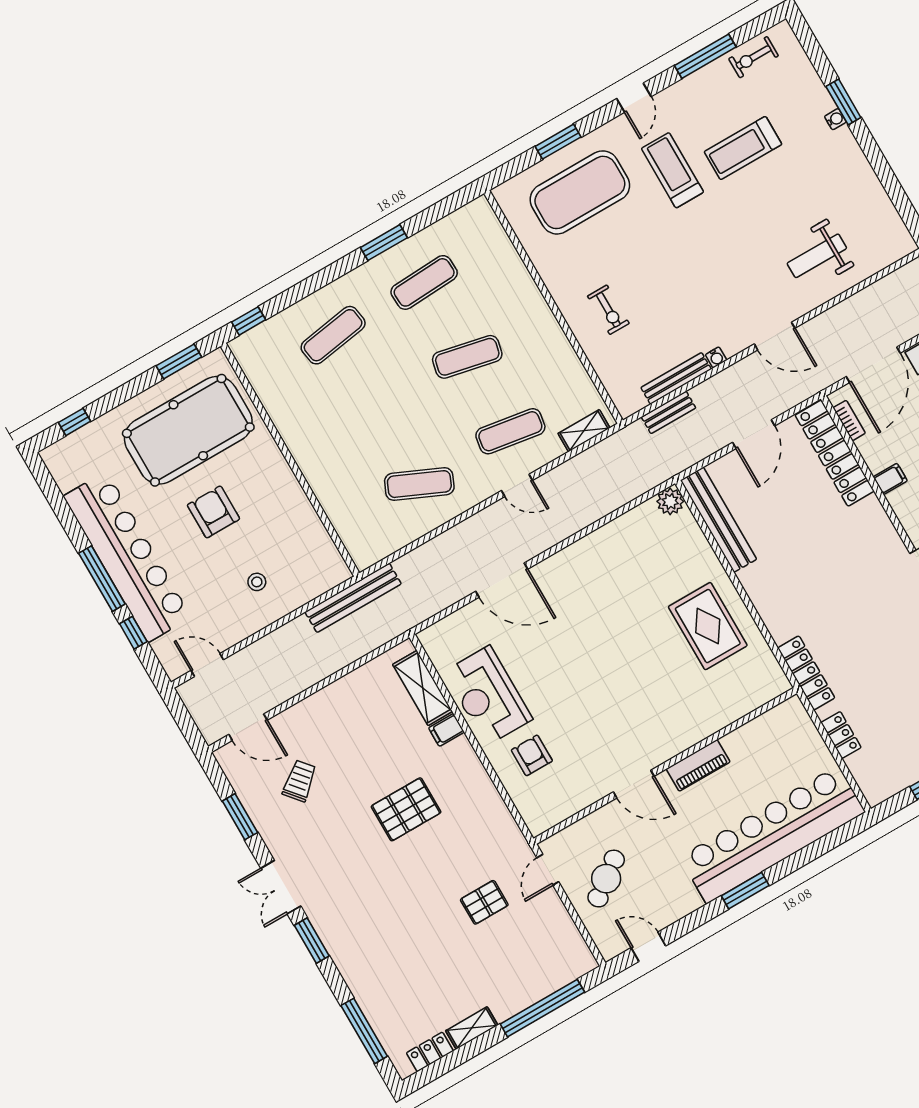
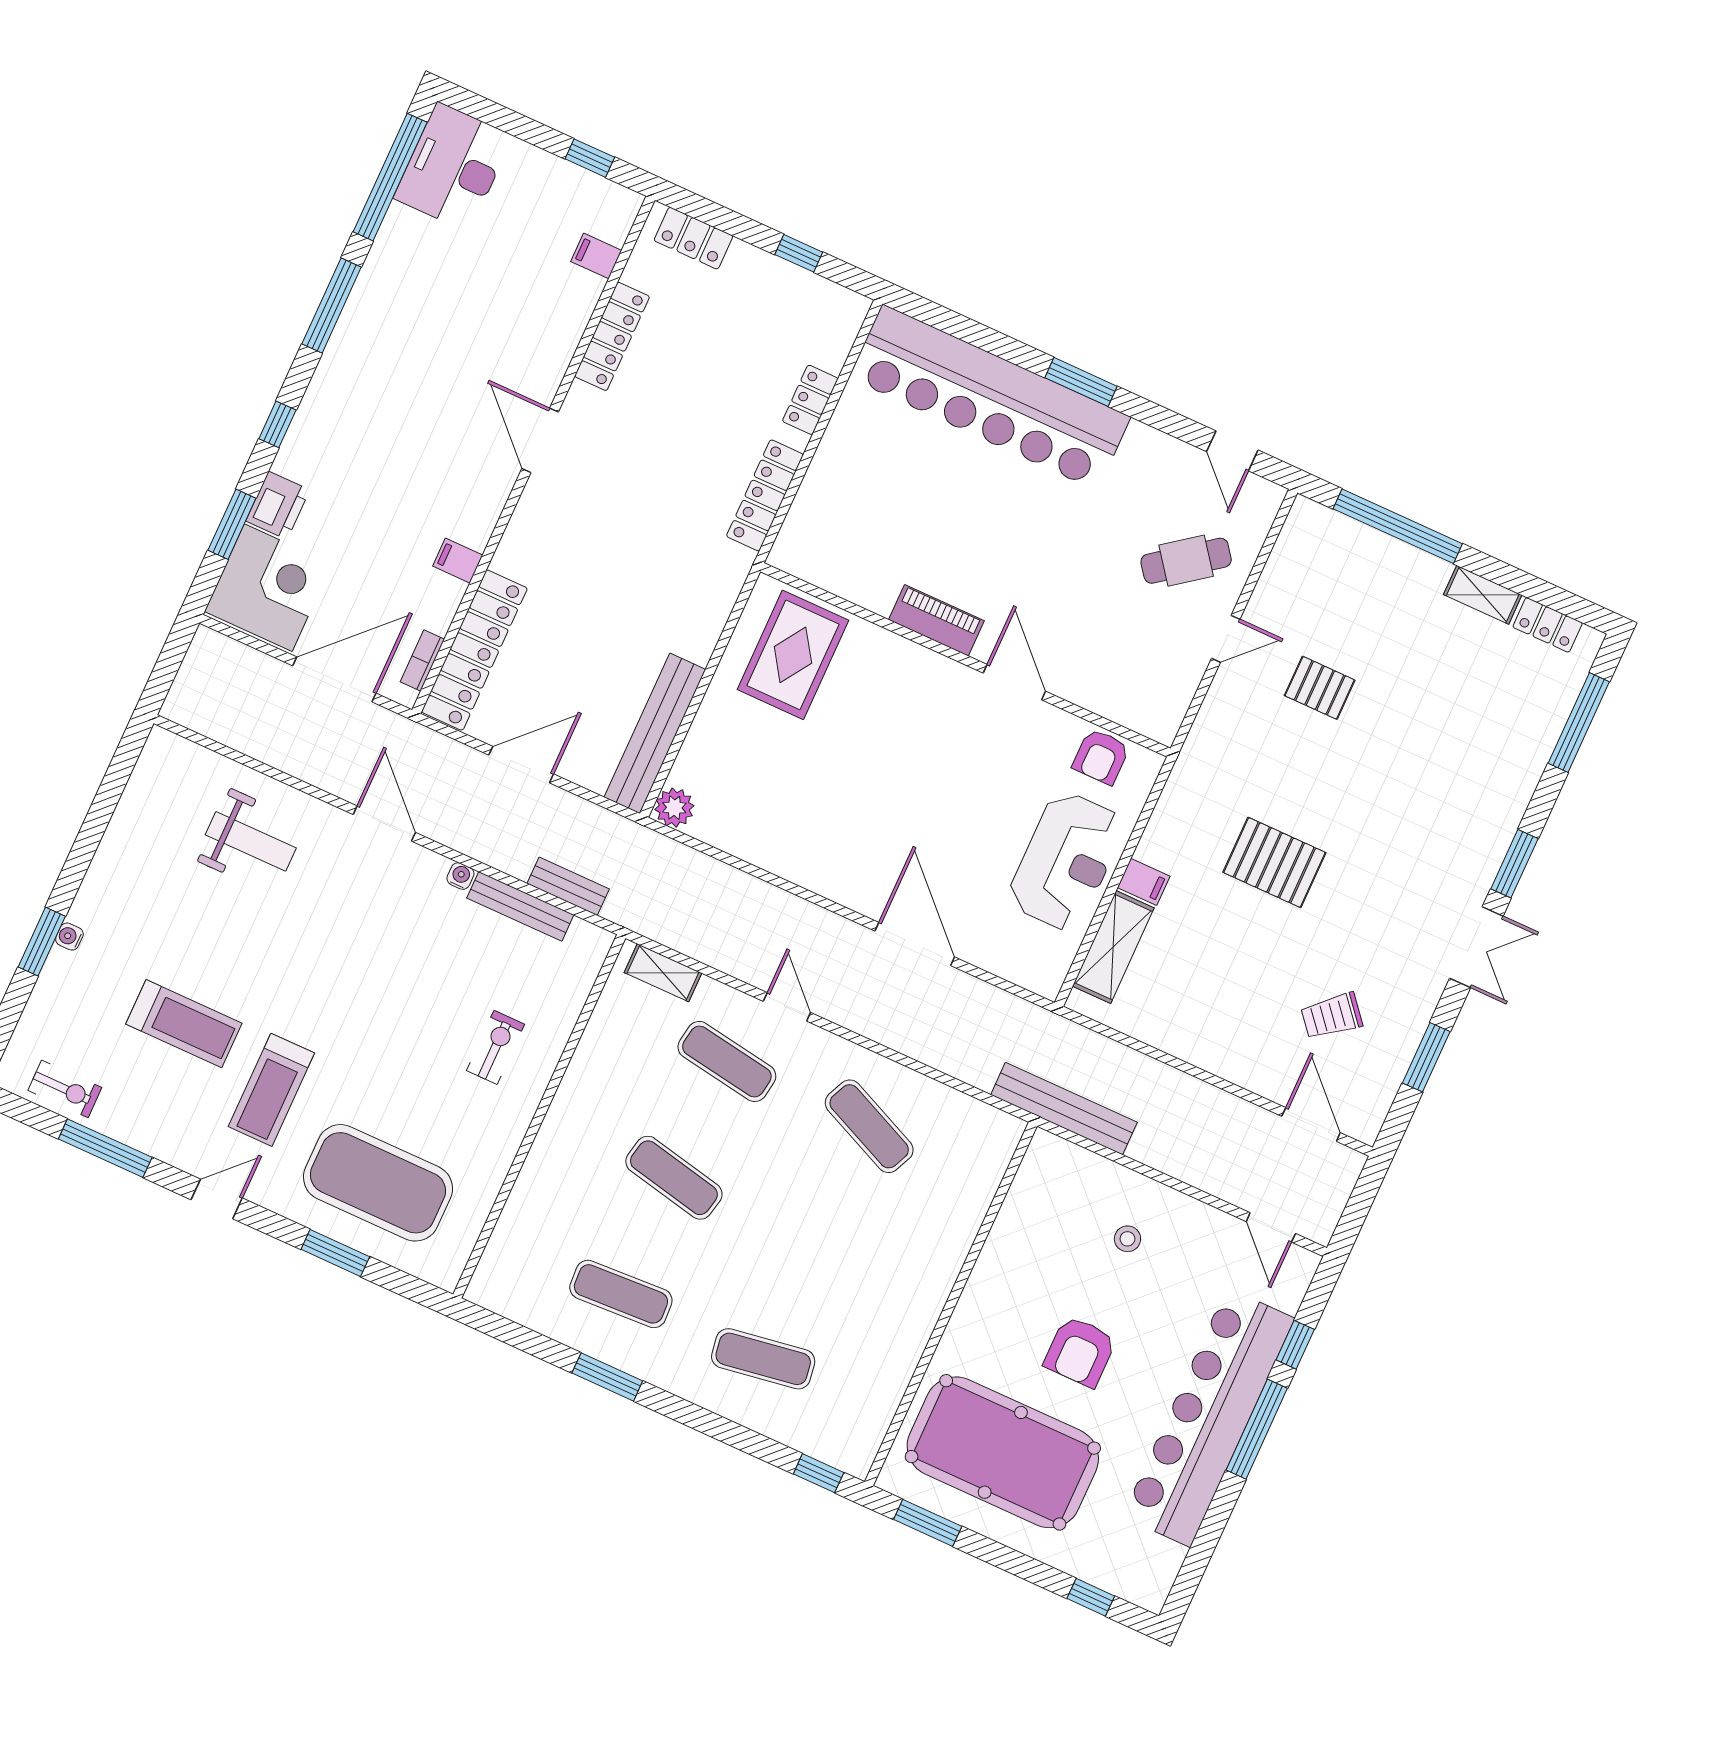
piano: (698, 765) -> (936, 620), moved
wall: (665, 766) -> (966, 660), moved
door: (634, 784) -> (1014, 682), moved

